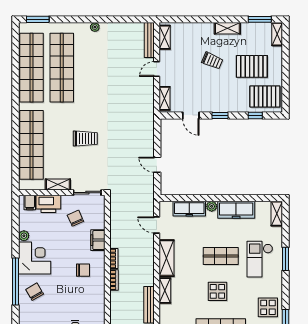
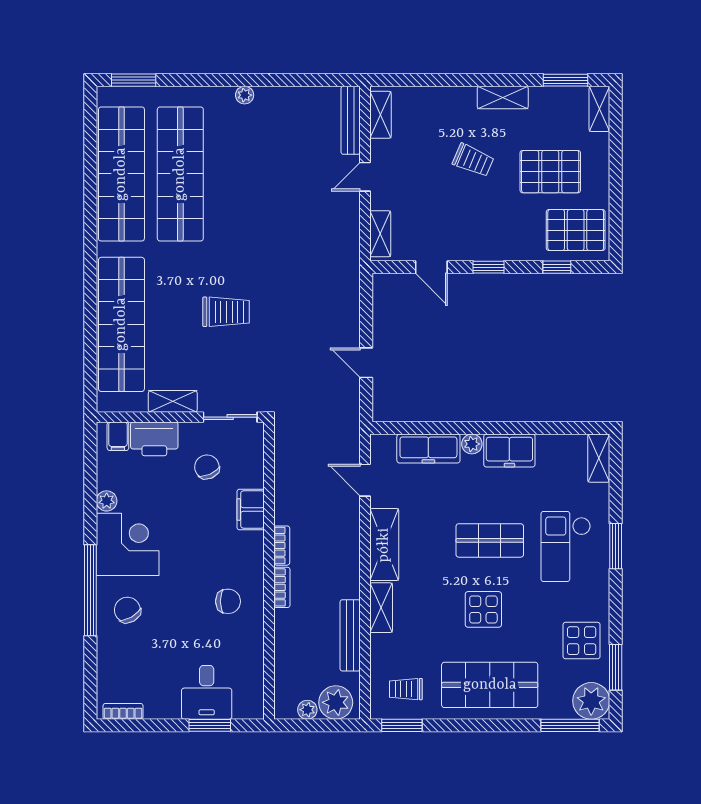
freezer: (236, 210) -> (509, 450), width x0.71
chair: (83, 270) -> (228, 601), moved

